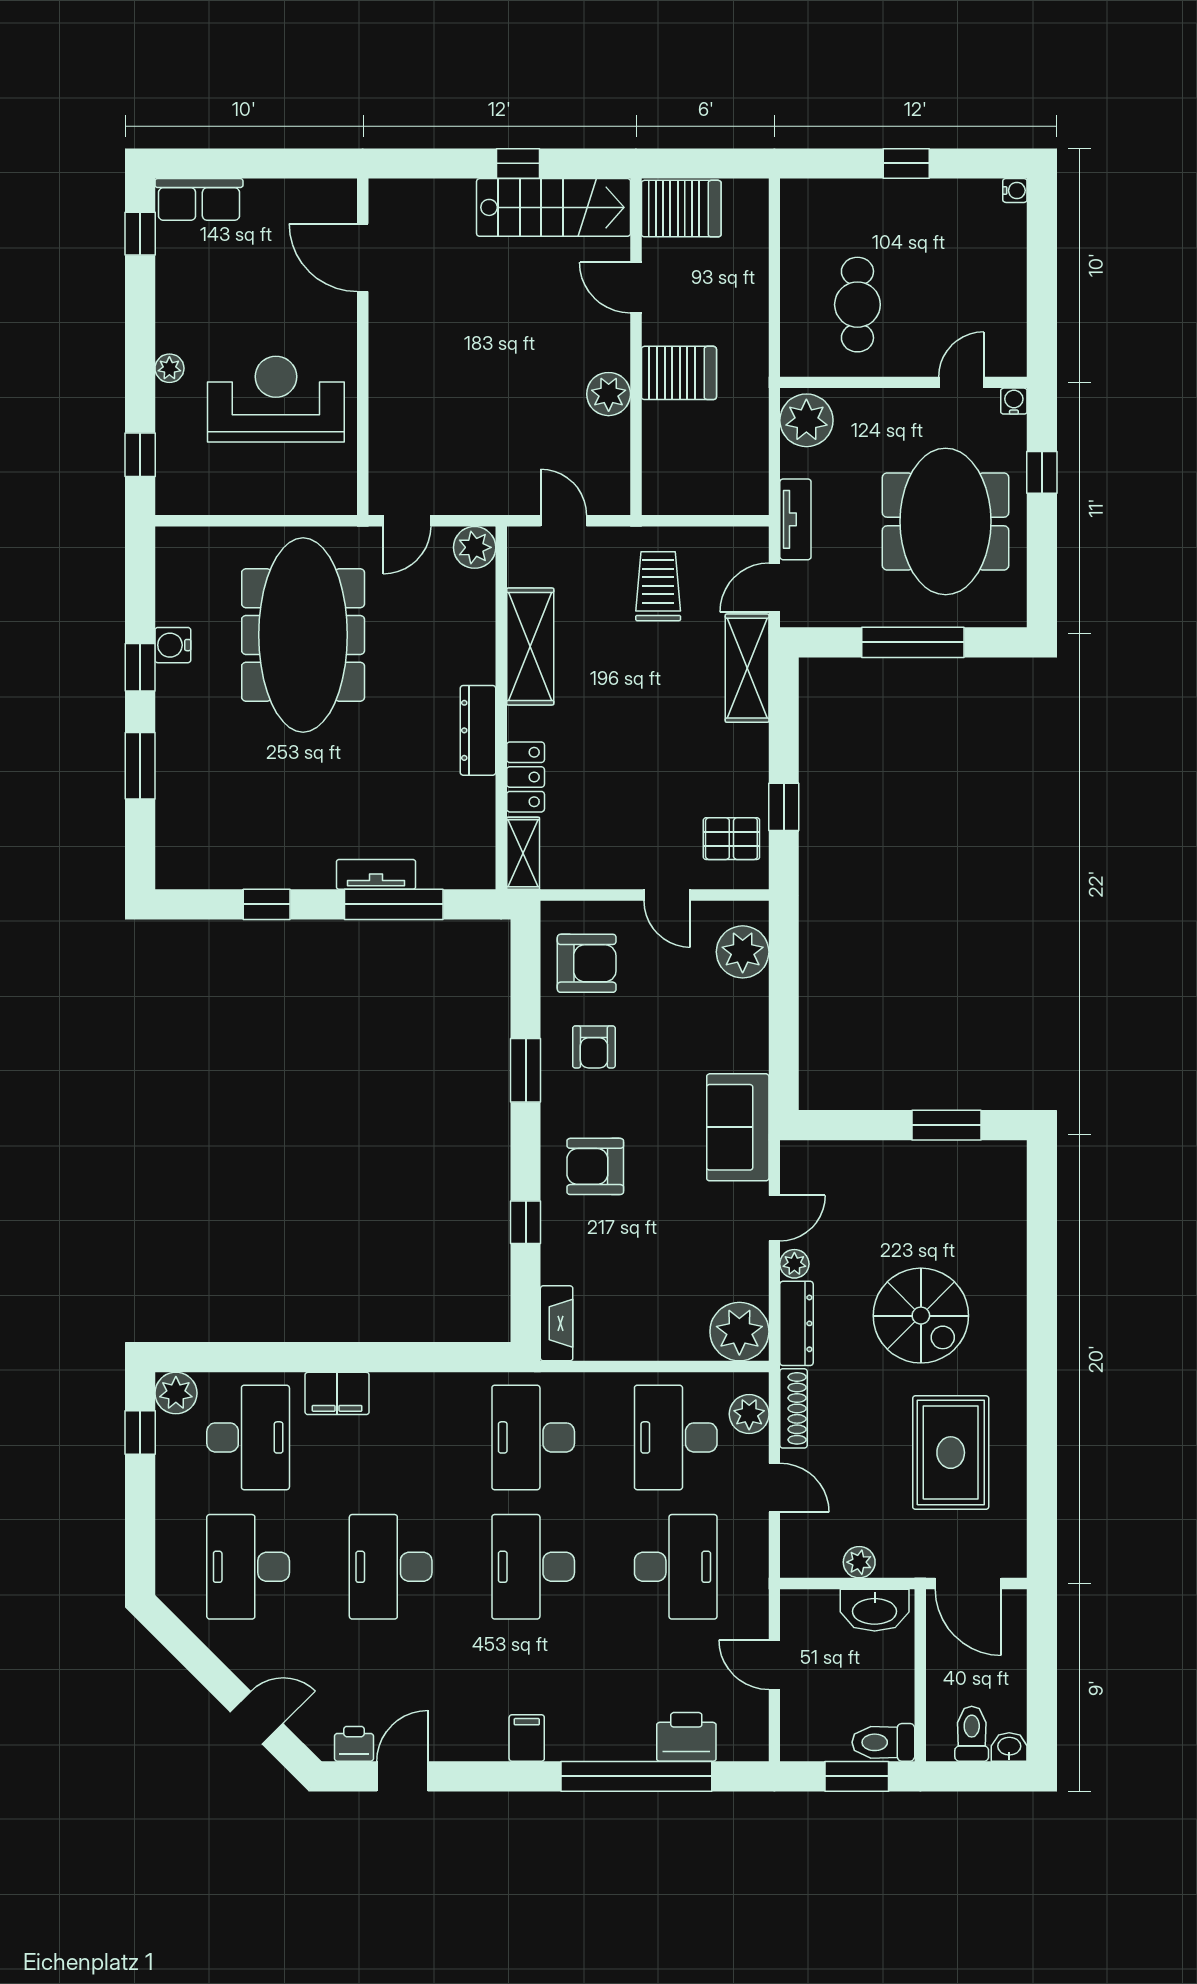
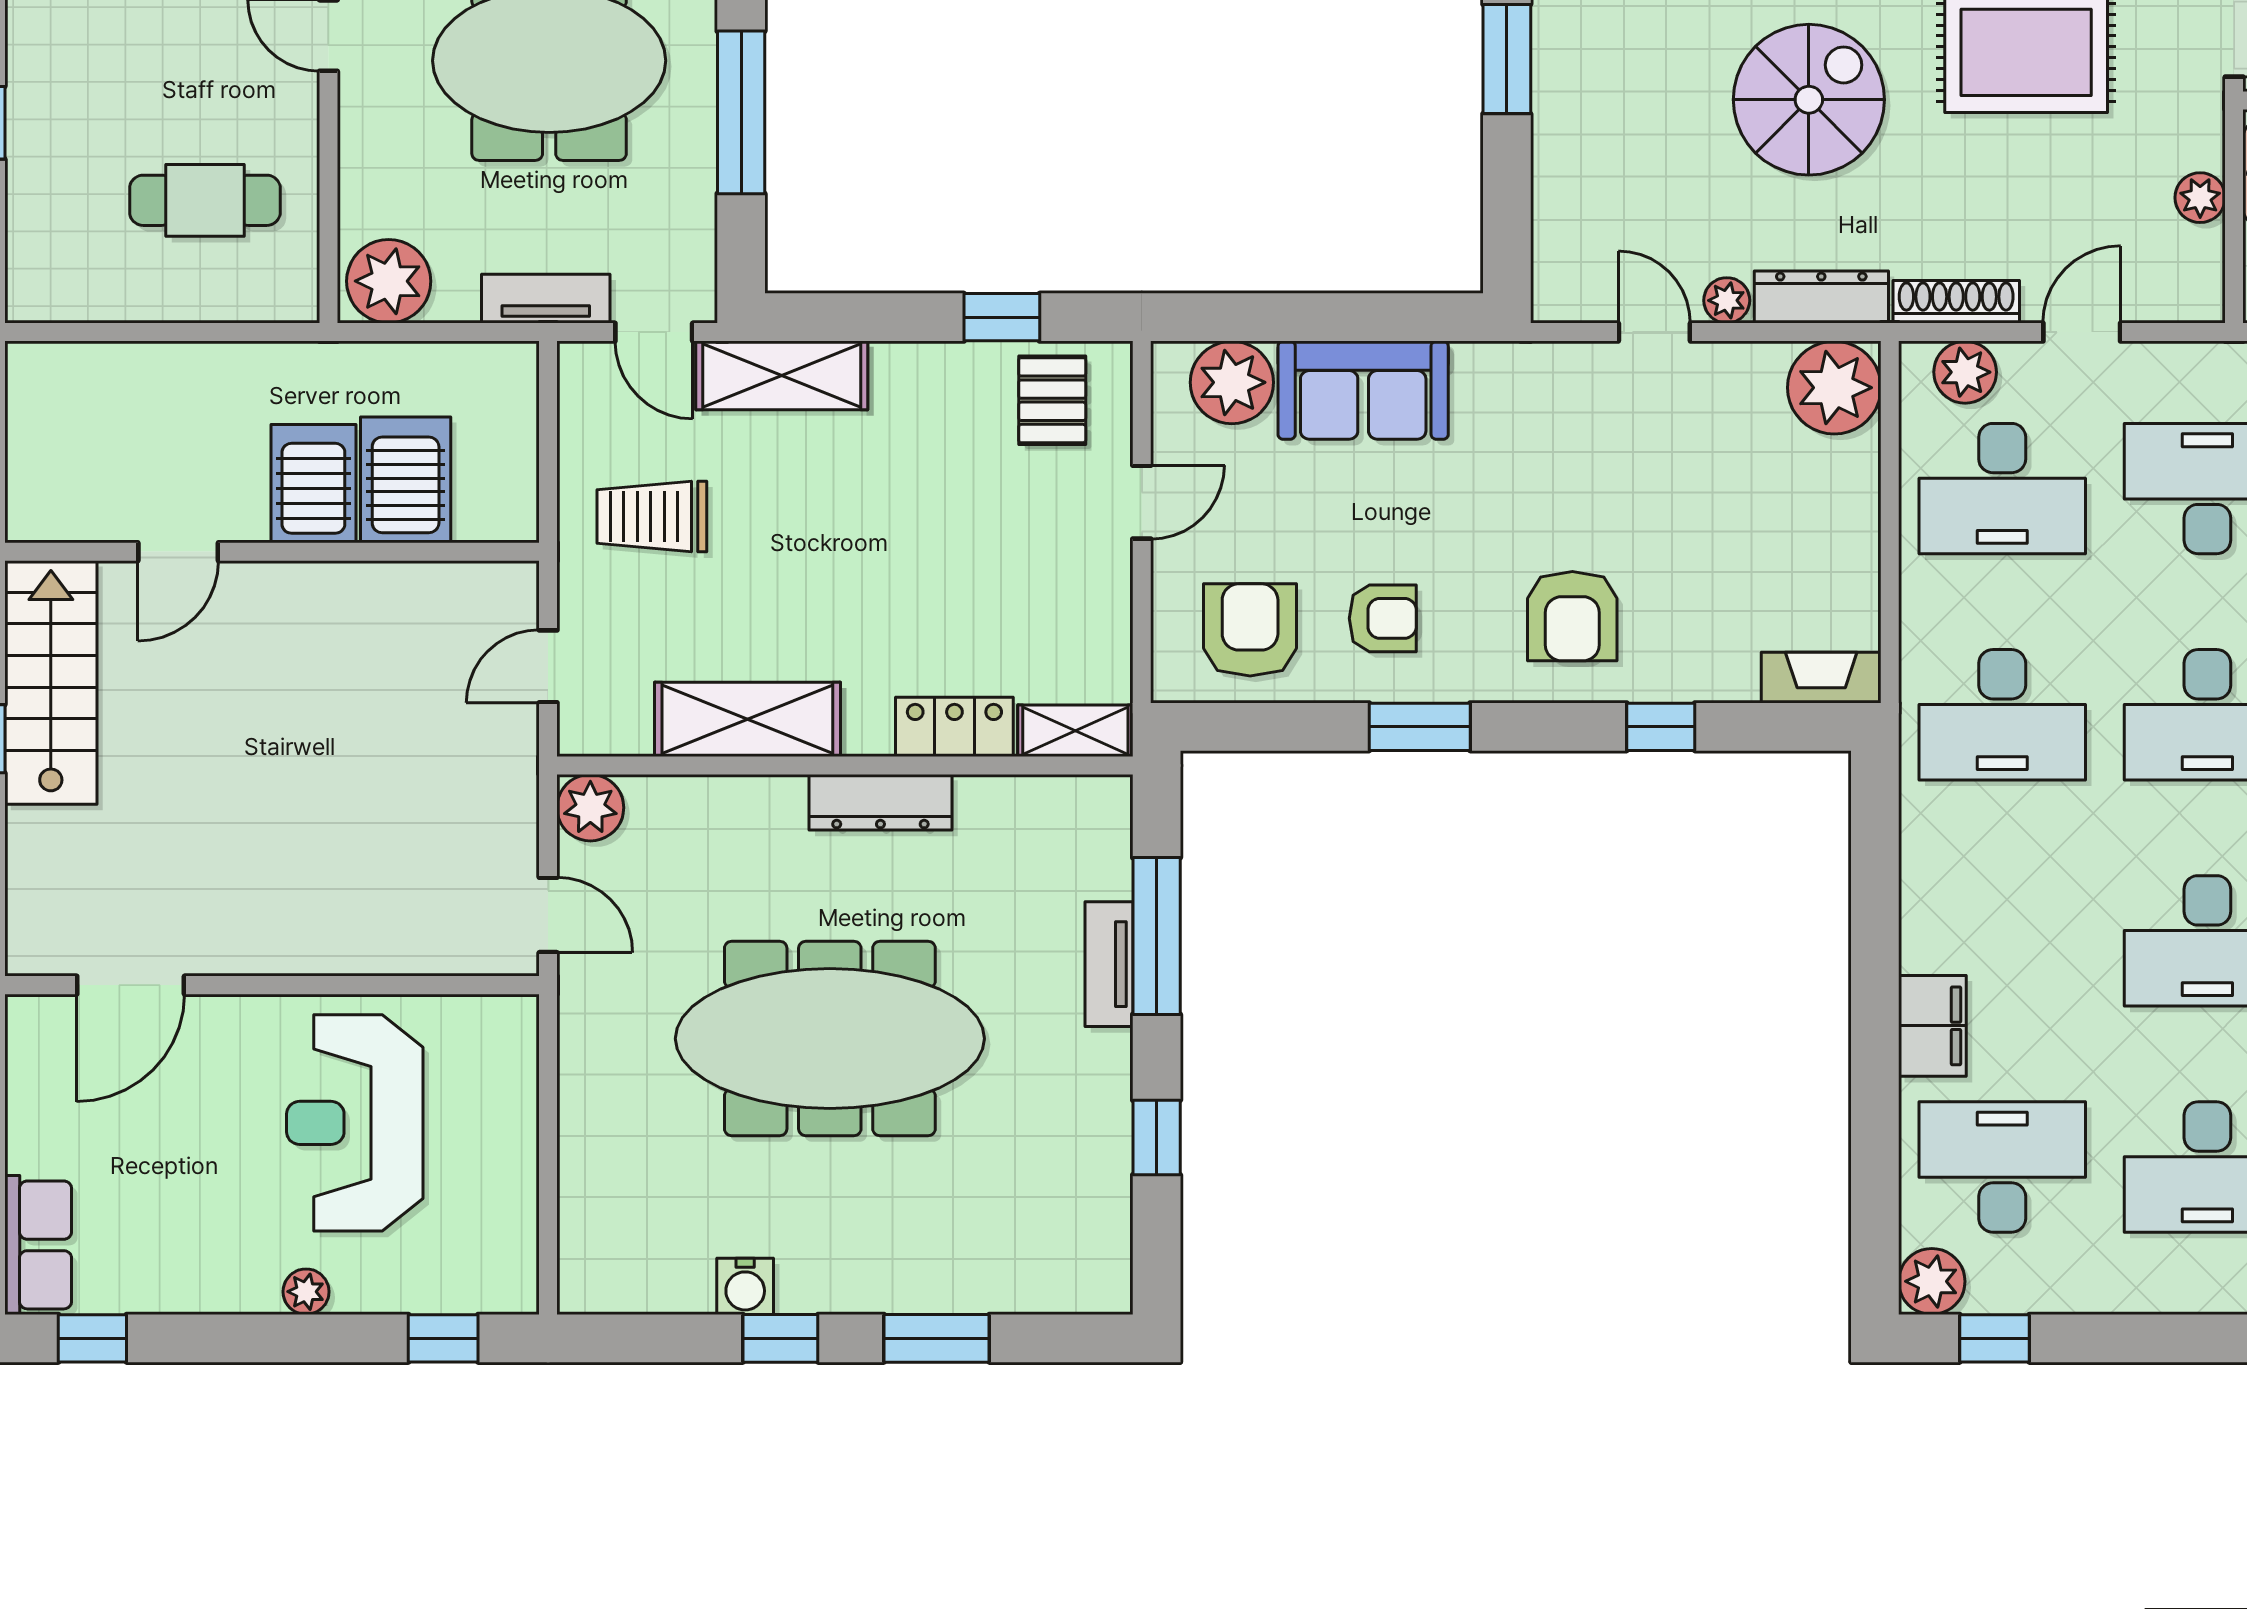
server rack: (681, 209) -> (406, 480), moved
plant: (609, 394) -> (347, 595), removed
meeting table: (303, 635) -> (830, 1039), moved
sofa: (738, 1127) -> (1363, 390), moved

